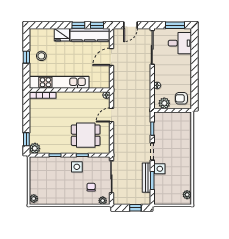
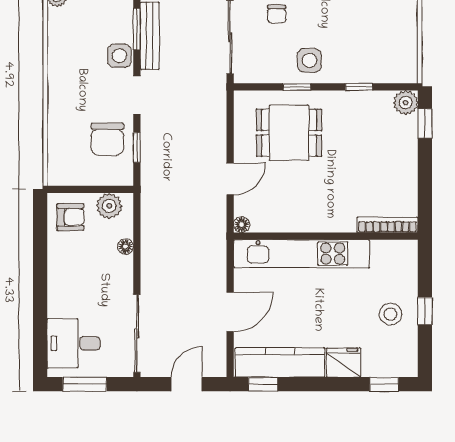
window: (78, 25) -> (384, 384), moved
kitchen unit: (59, 82) -> (301, 254), moved
chair: (165, 132) -> (107, 139), added

